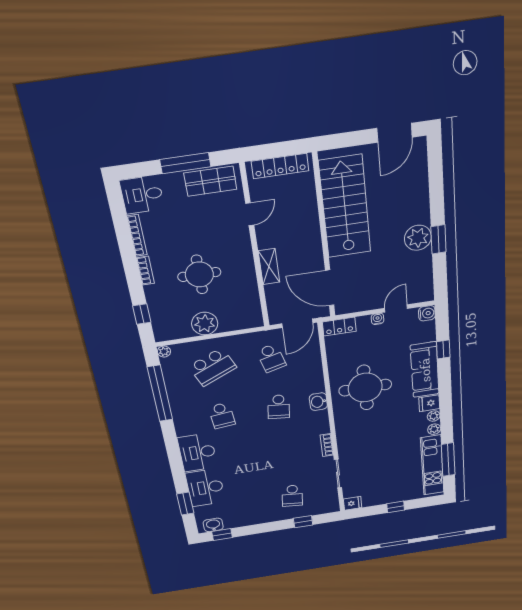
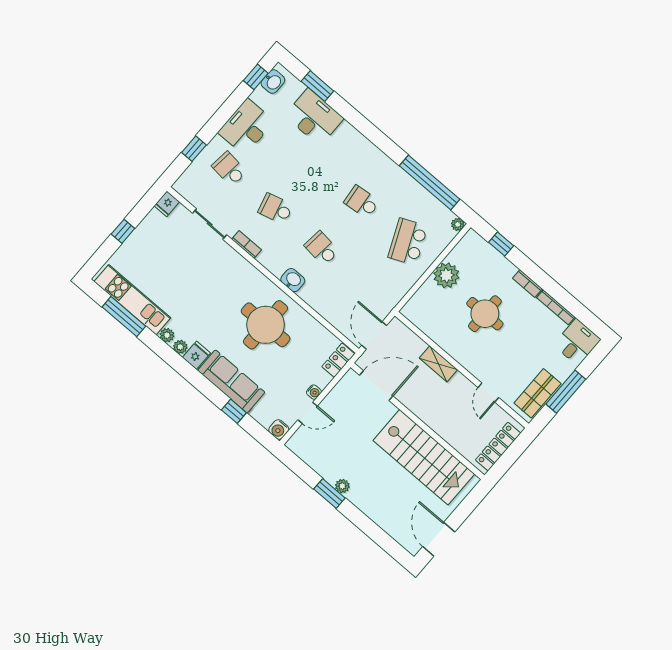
plant: (418, 238) -> (342, 486), width x0.53, depth x0.53
door: (396, 308) -> (308, 413), hinge flipped
school desk: (271, 358) -> (276, 209), moved
desk: (197, 453) -> (246, 127), moved, turned -90

